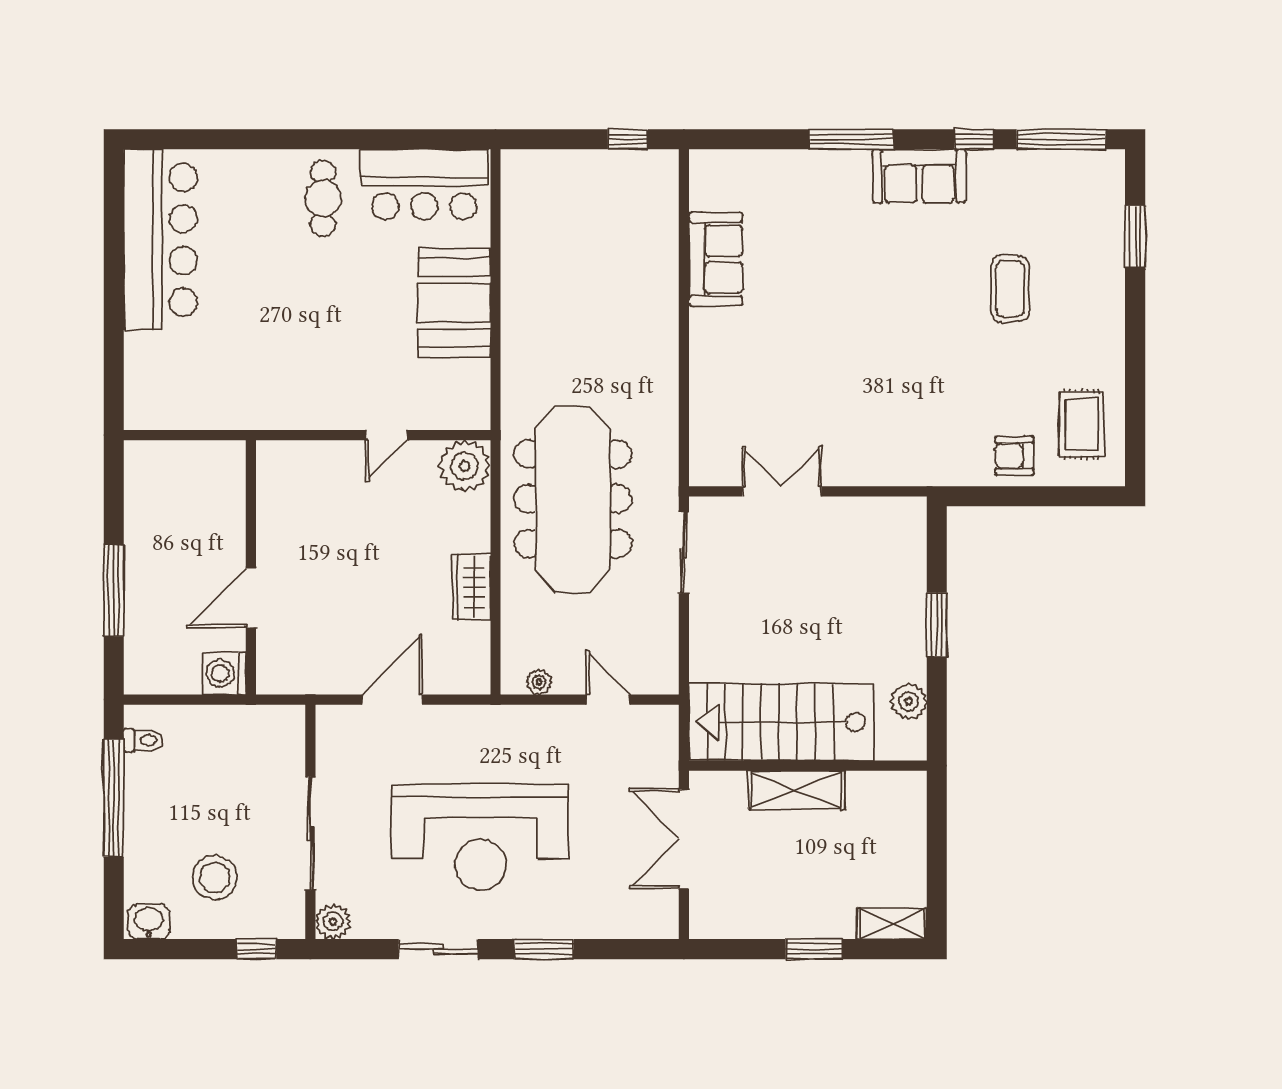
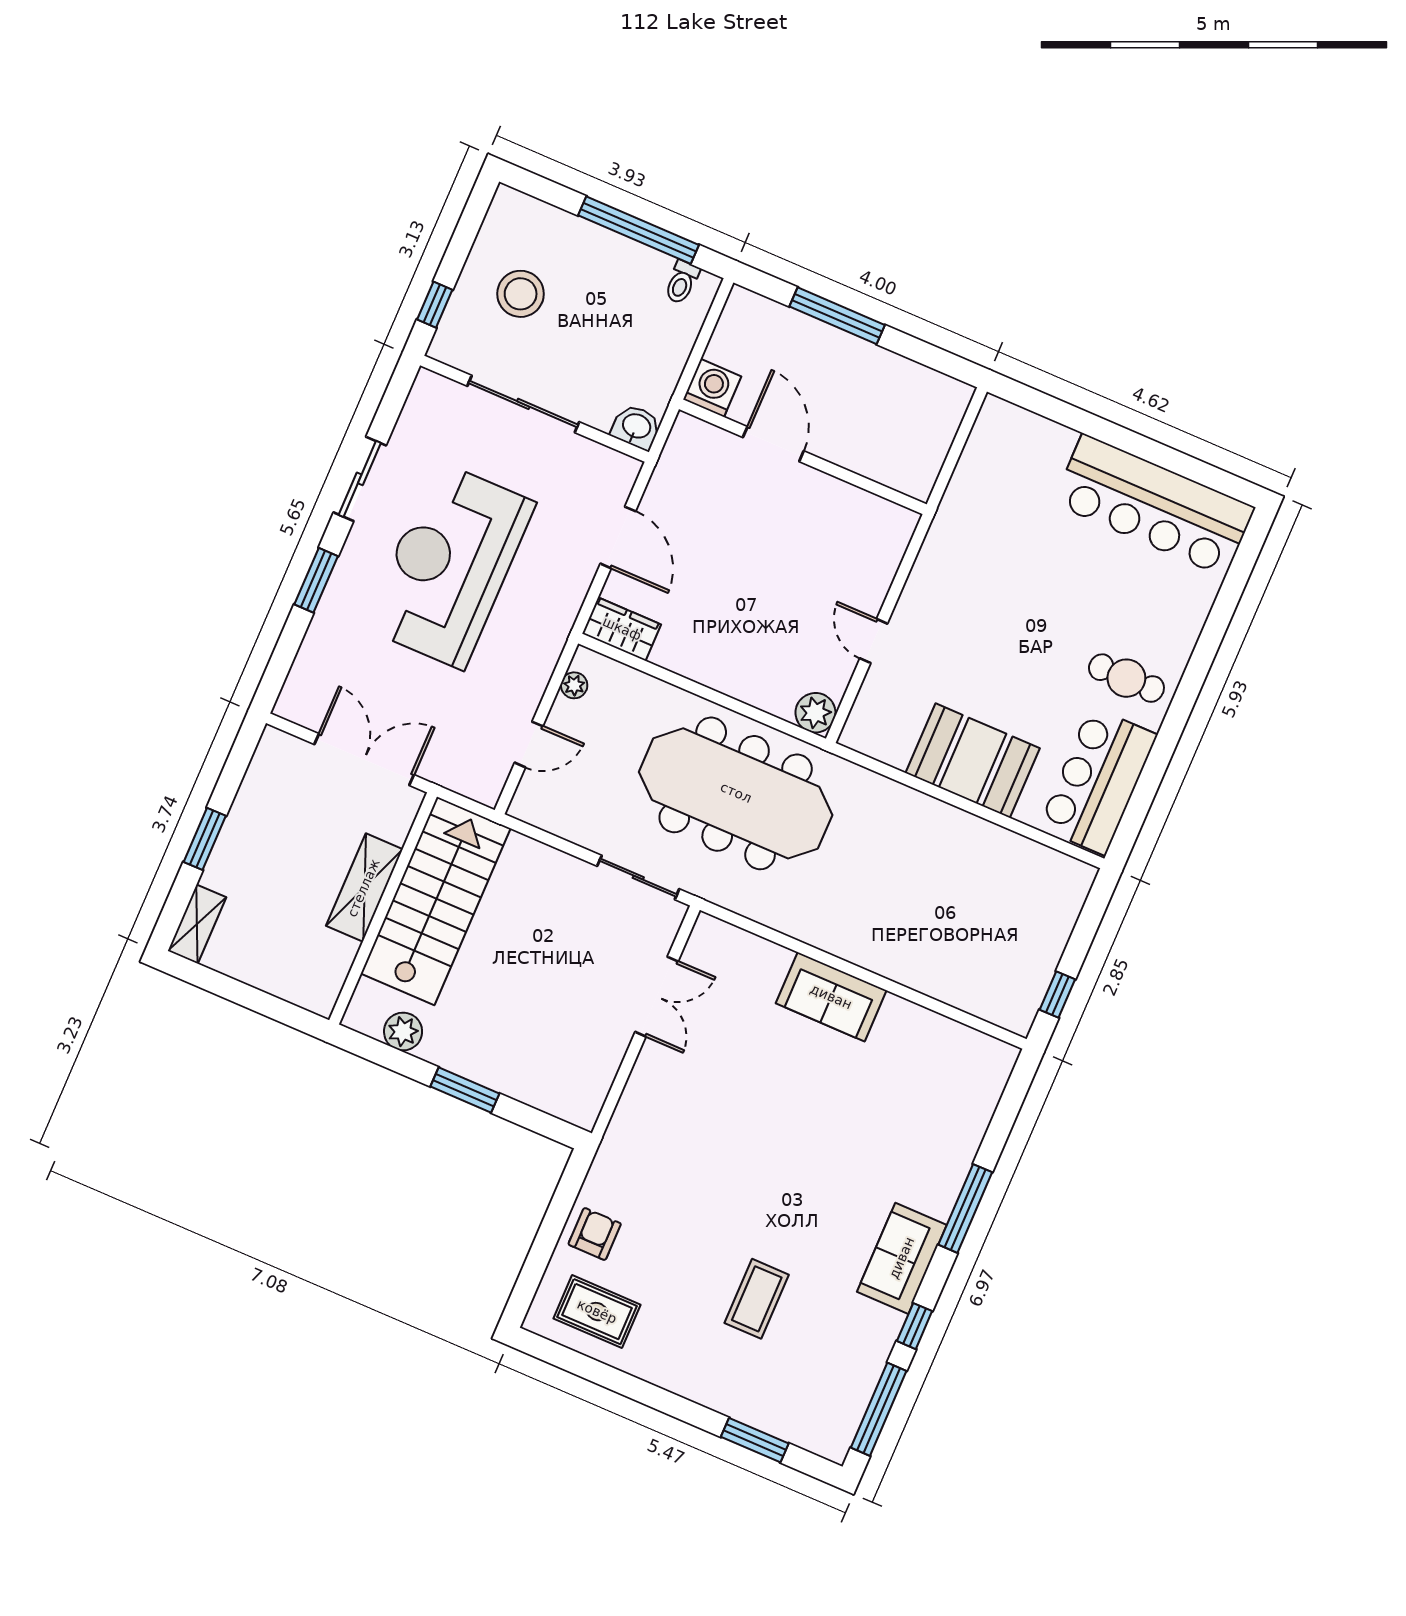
sofa: (716, 259) -> (831, 997), moved
coffee table: (1010, 289) -> (757, 1299), turned 90
plant: (465, 466) -> (815, 713), width x0.73, depth x0.73
wardrobe: (471, 587) -> (622, 629), moved
washbasin: (149, 922) -> (636, 427), moved, turned -90
plant: (333, 922) -> (430, 389), removed

